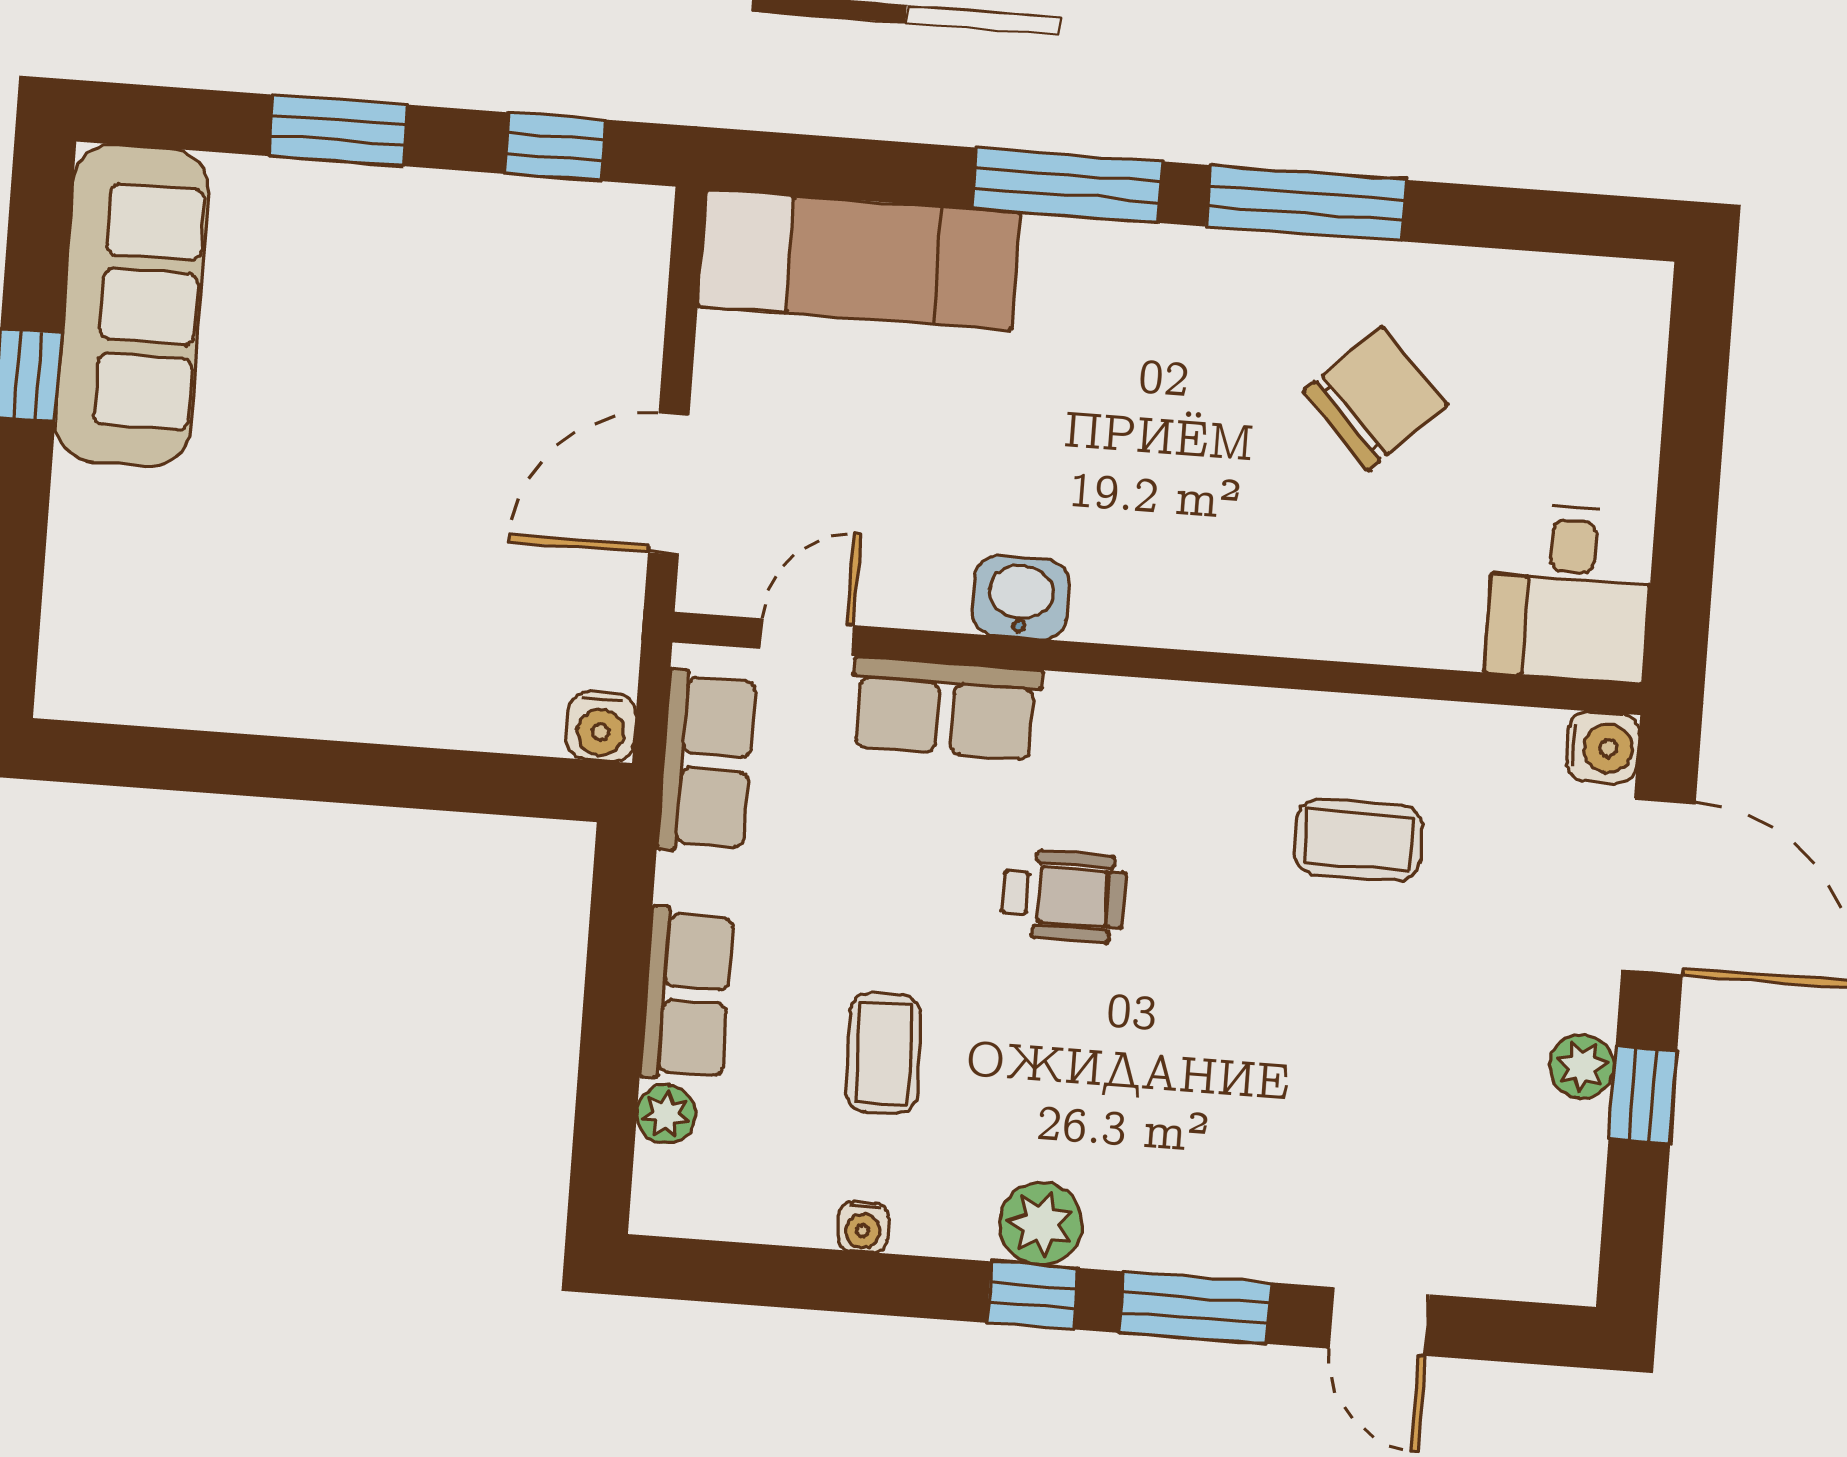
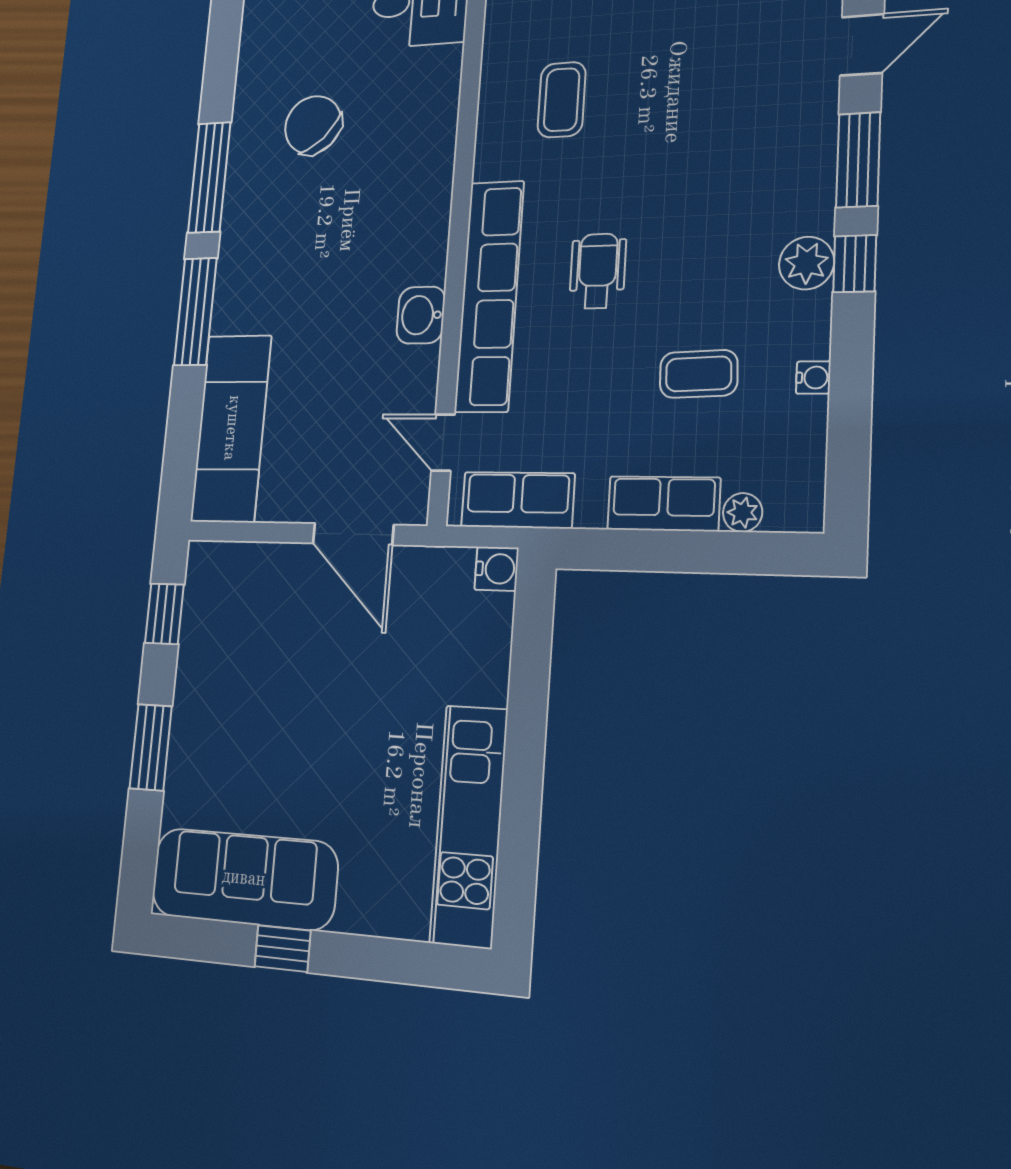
kitchen unit: (213, 682) -> (469, 825), added
row of seats: (946, 708) -> (489, 296), width x2.02

